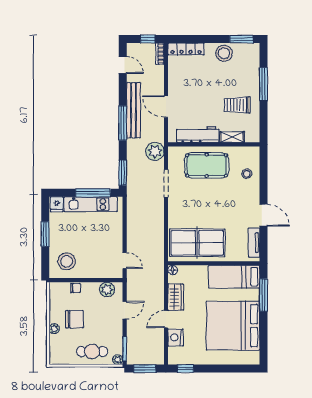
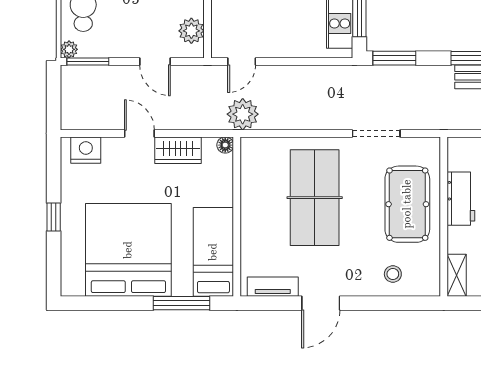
workbench: (198, 135) -> (461, 199), width x0.73
shelving: (232, 137) -> (457, 275), moved
plant: (155, 151) -> (243, 114), moved
table tennis table: (197, 243) -> (315, 198), moved
nightstand: (176, 337) -> (86, 150), moved
window: (145, 369) -> (54, 97), removed
window: (186, 369) -> (54, 217), moved

